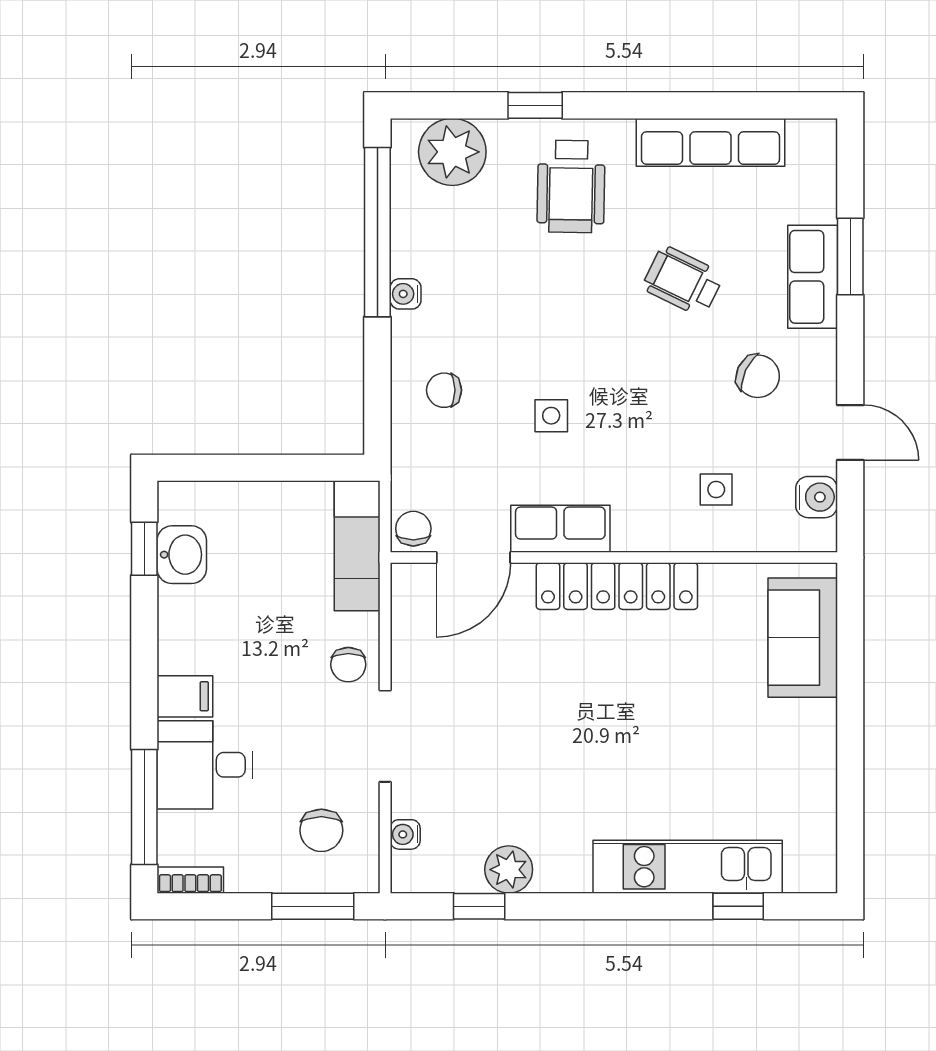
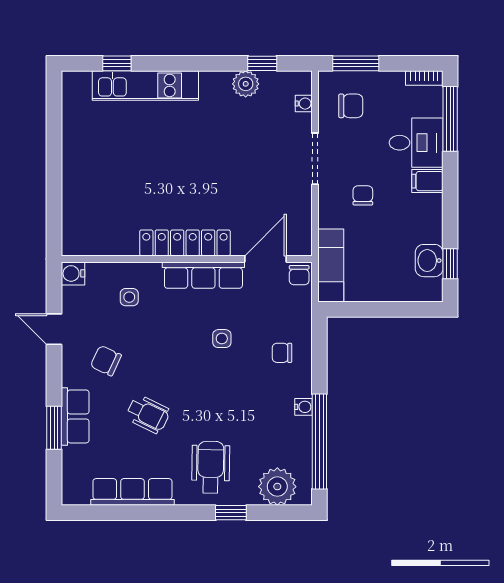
chair: (444, 390) -> (282, 353), turned 180
water cooler: (817, 497) -> (73, 273), moved
row of seats: (560, 529) -> (203, 275), width x1.48
sofa: (803, 638) -> (81, 214), removed
chair: (348, 665) -> (363, 195), moved
chair: (321, 830) -> (351, 106), turned 90

